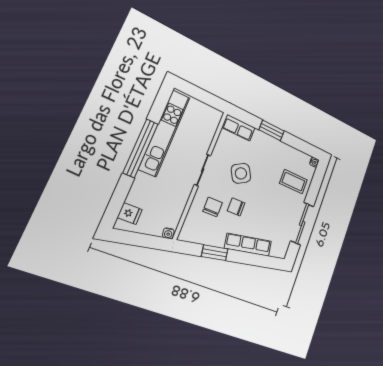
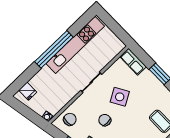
chair: (213, 207) -> (70, 119), moved

